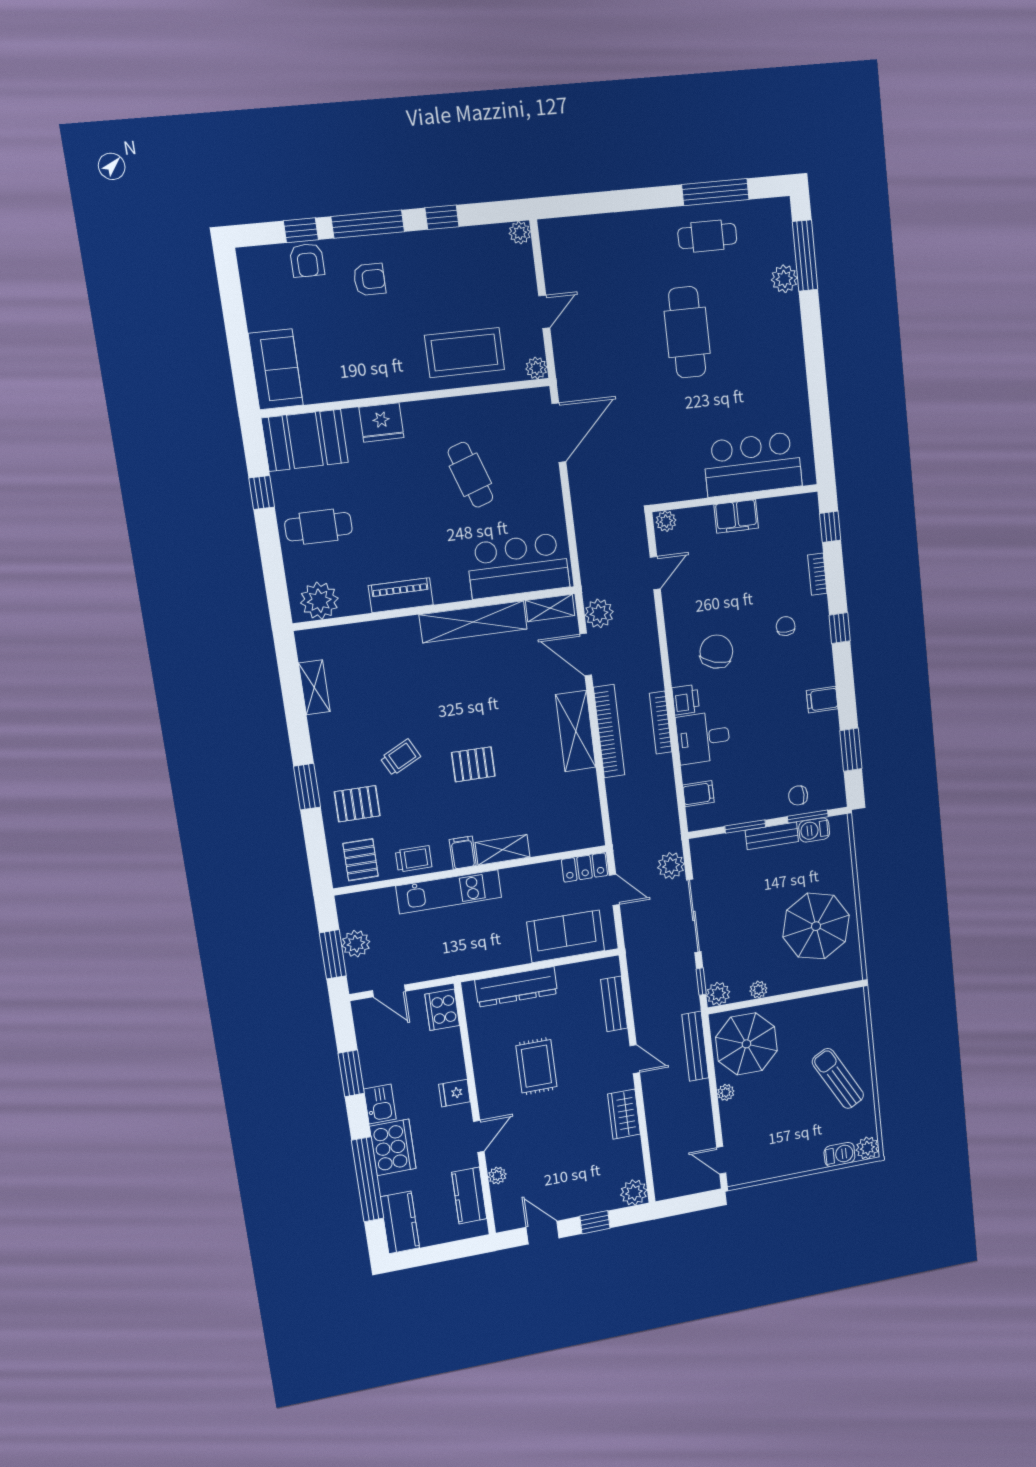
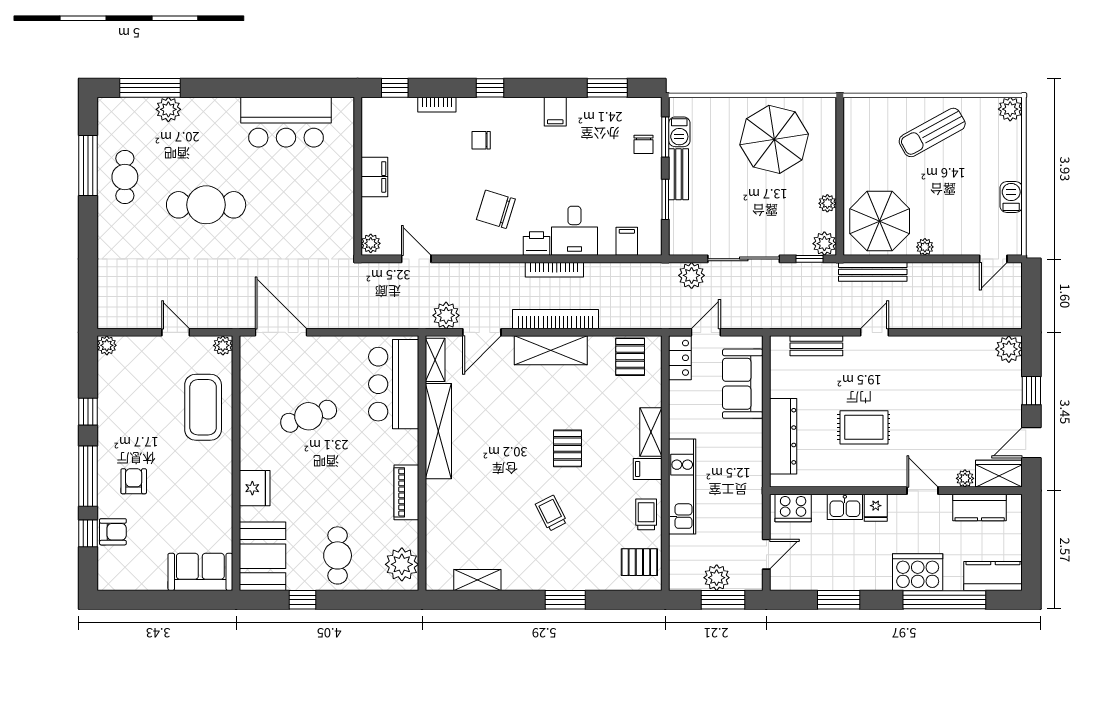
bar counter: (753, 464) -> (286, 122), moved, turned -90
pallet: (357, 804) -> (630, 357), moved
kitchen sink: (380, 1104) -> (845, 507), moved, turned 180
wardrobe: (624, 1114) -> (999, 474), moved, turned 180
barbecue: (839, 1154) -> (1011, 197), moved

